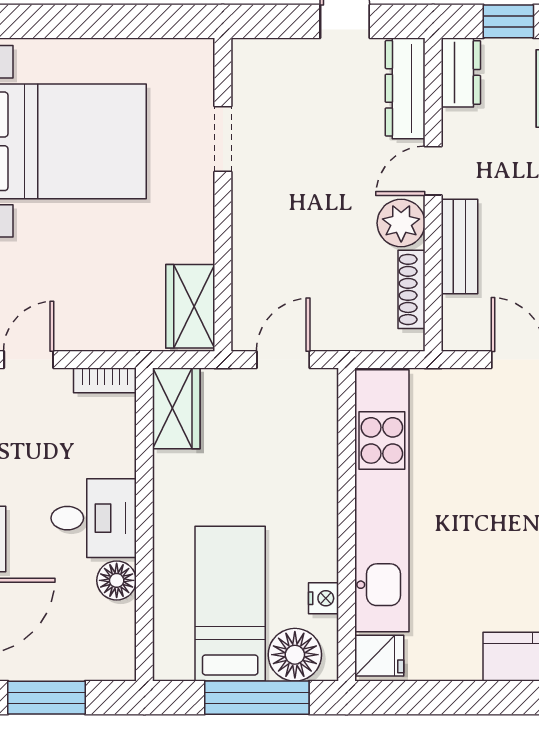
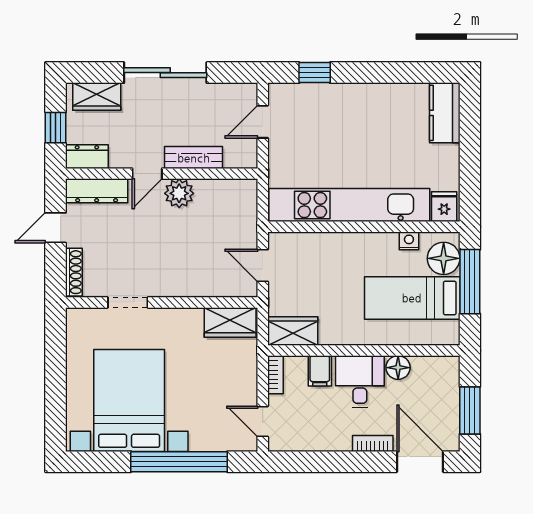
door: (433, 171) -> (147, 174), hinge flipped
shoe rack: (412, 289) -> (74, 272), moved, turned -90
filing cabinet: (111, 453) -> (320, 371), added

